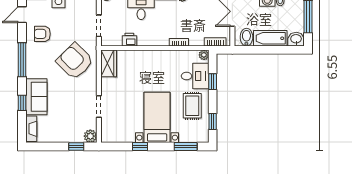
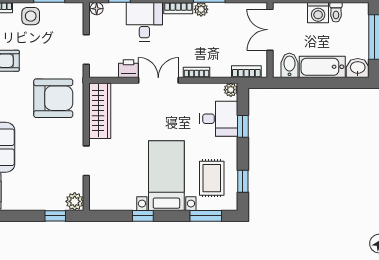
double door: (151, 48) -> (158, 80), added
armchair: (75, 61) -> (53, 98), turned 135
wardrobe: (109, 63) -> (100, 111), width x1.50
rug: (192, 106) -> (212, 178), moved

